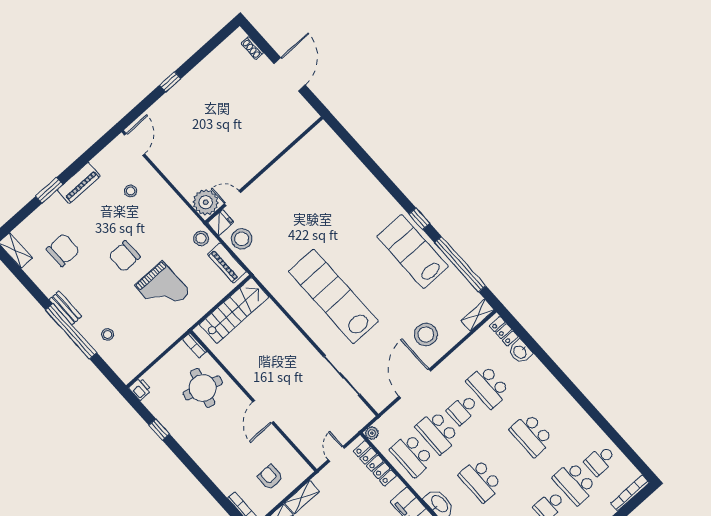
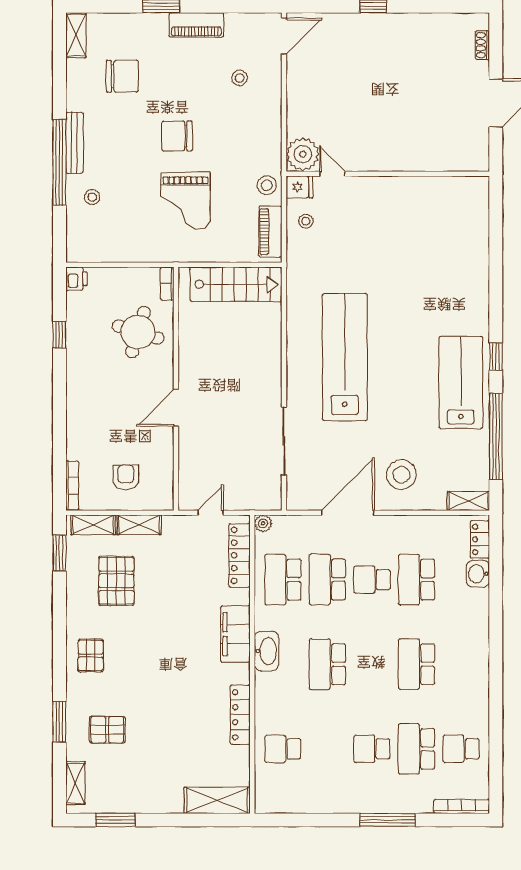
stool: (242, 239) -> (306, 221), width x0.53, depth x0.53
bench: (65, 308) -> (74, 143), width x1.36

